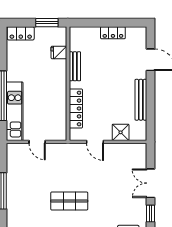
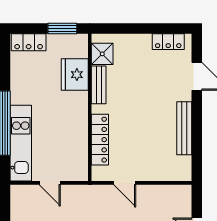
locker: (113, 33) -> (168, 42), moved
fridge: (59, 53) -> (75, 75), width x1.88, depth x1.34
shower: (121, 132) -> (102, 54), moved

